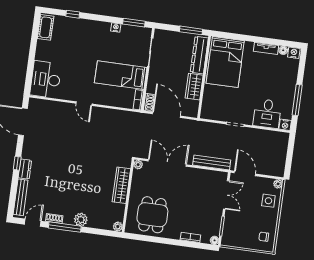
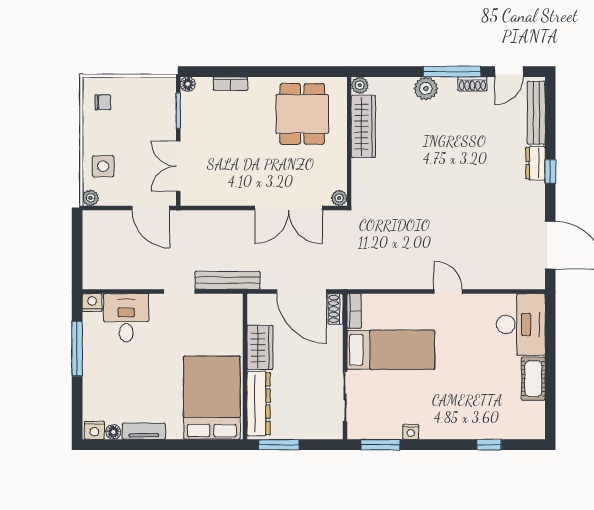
cot: (46, 27) -> (533, 379), moved
bench: (212, 162) -> (228, 280), moved
wardrobe: (121, 185) -> (363, 126), moved

